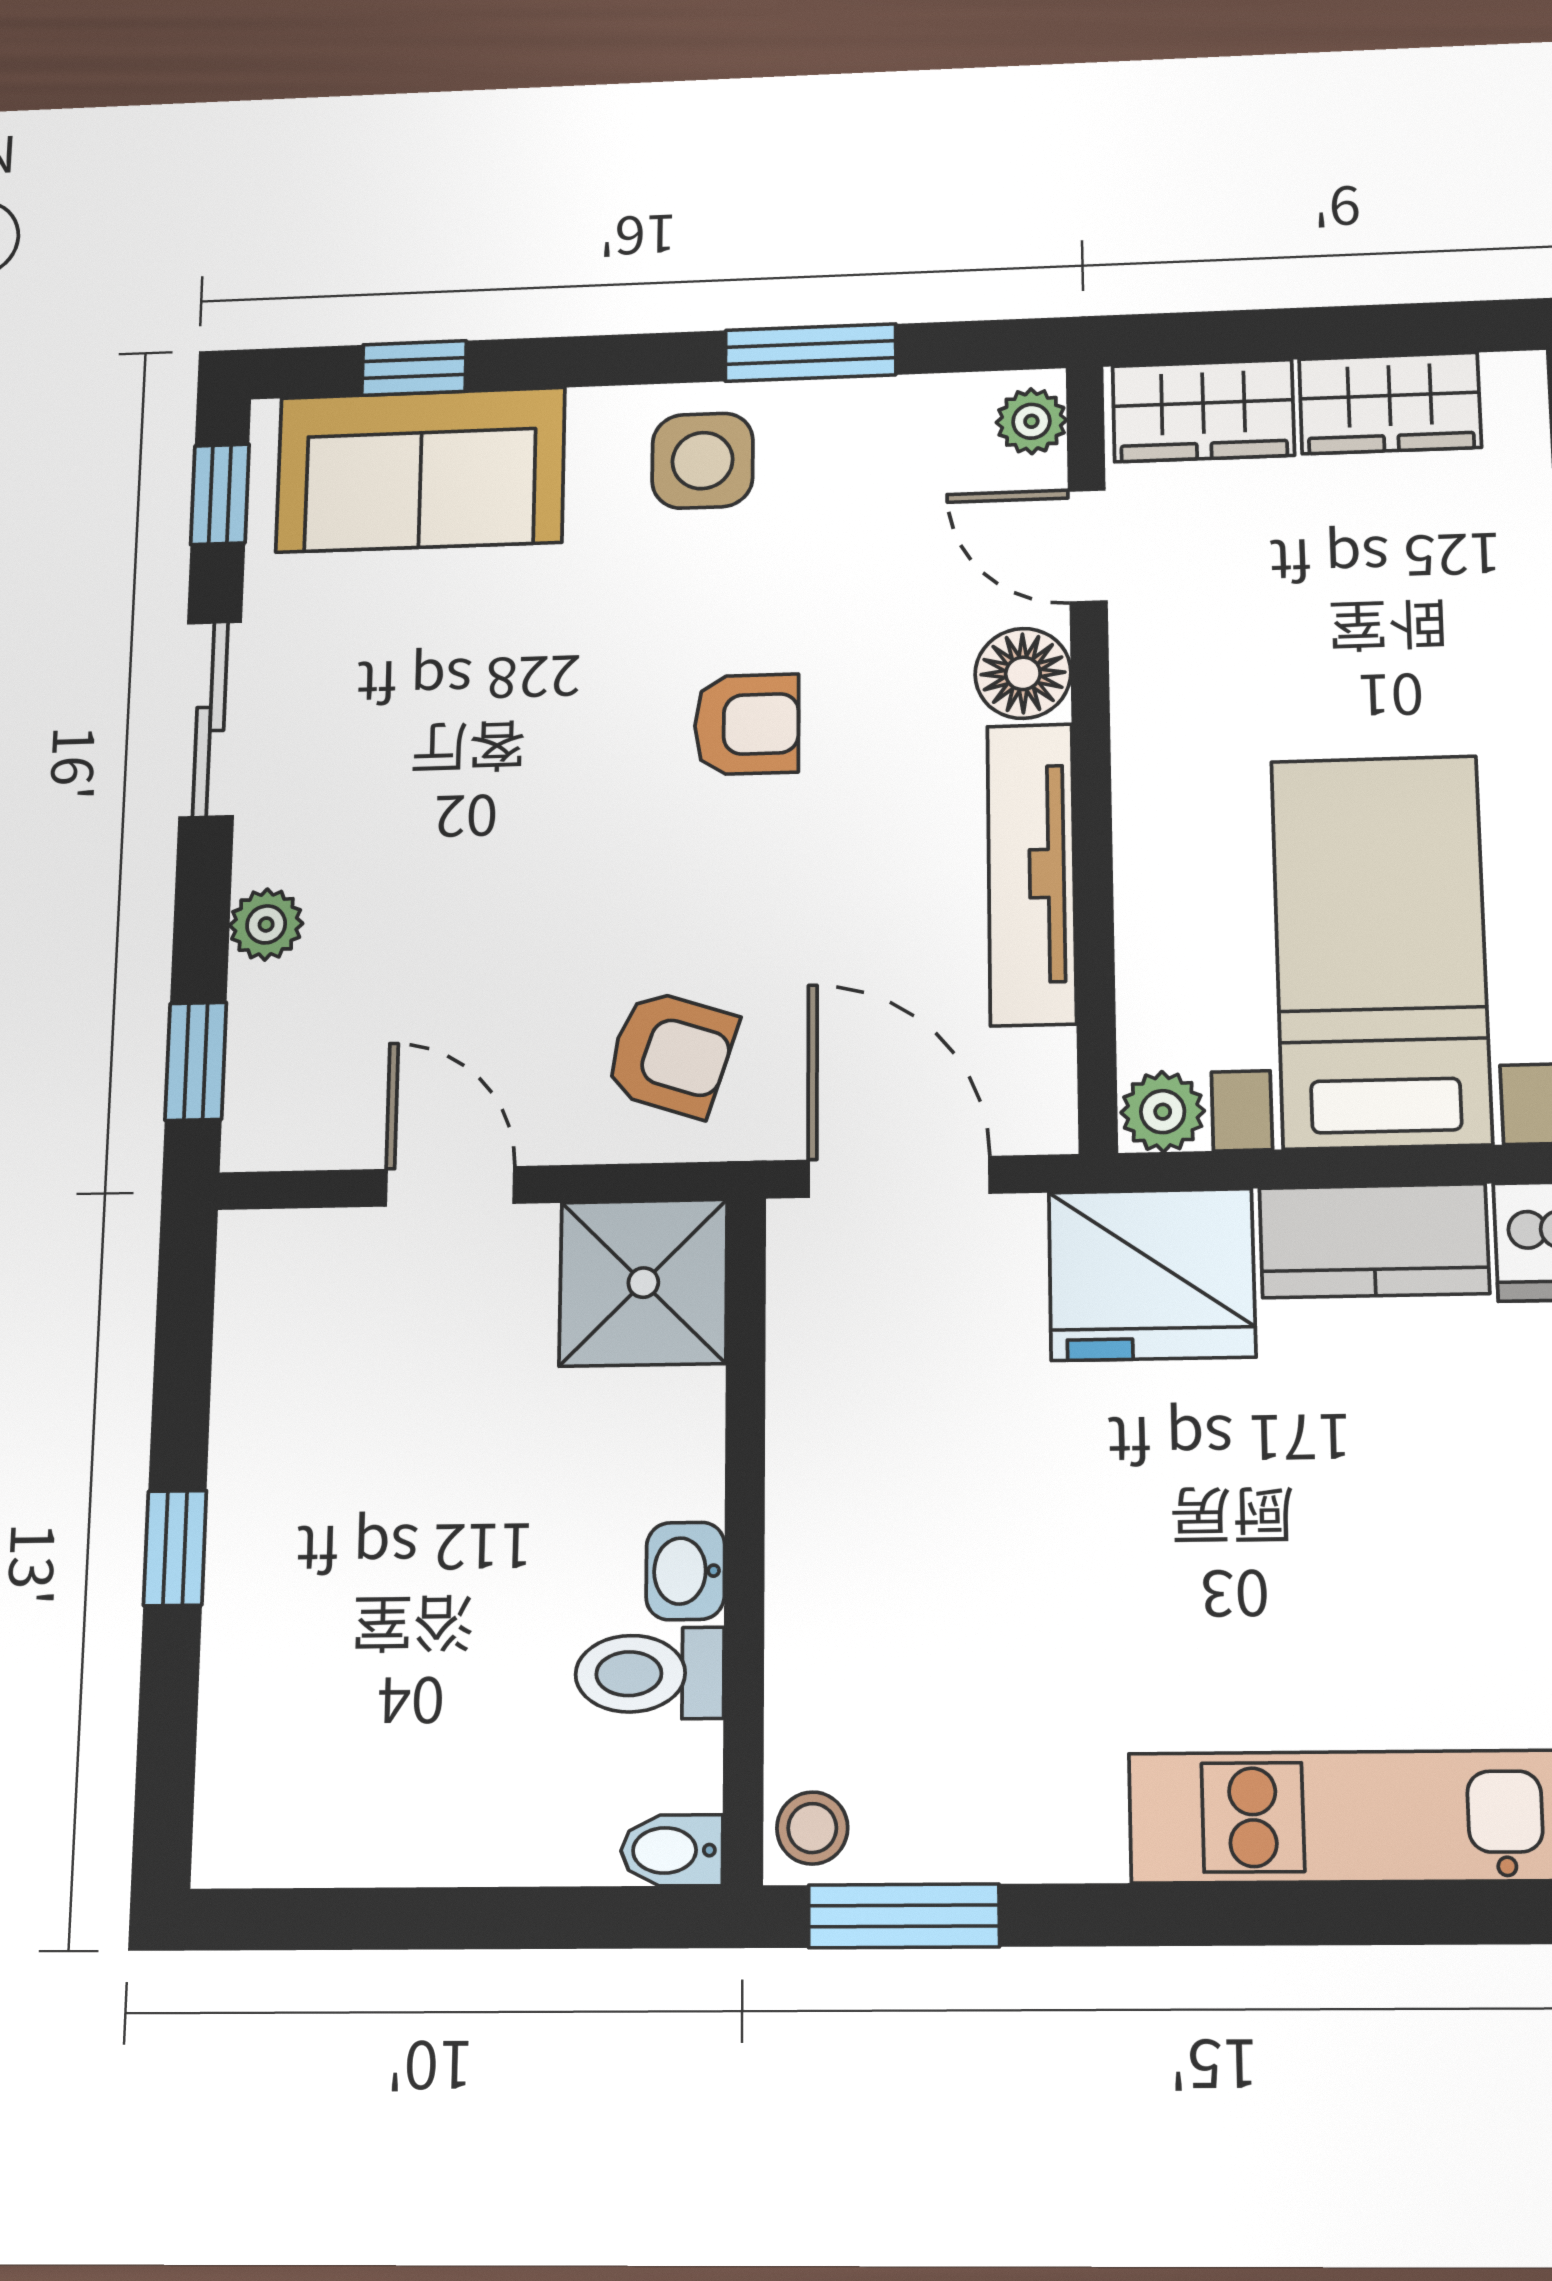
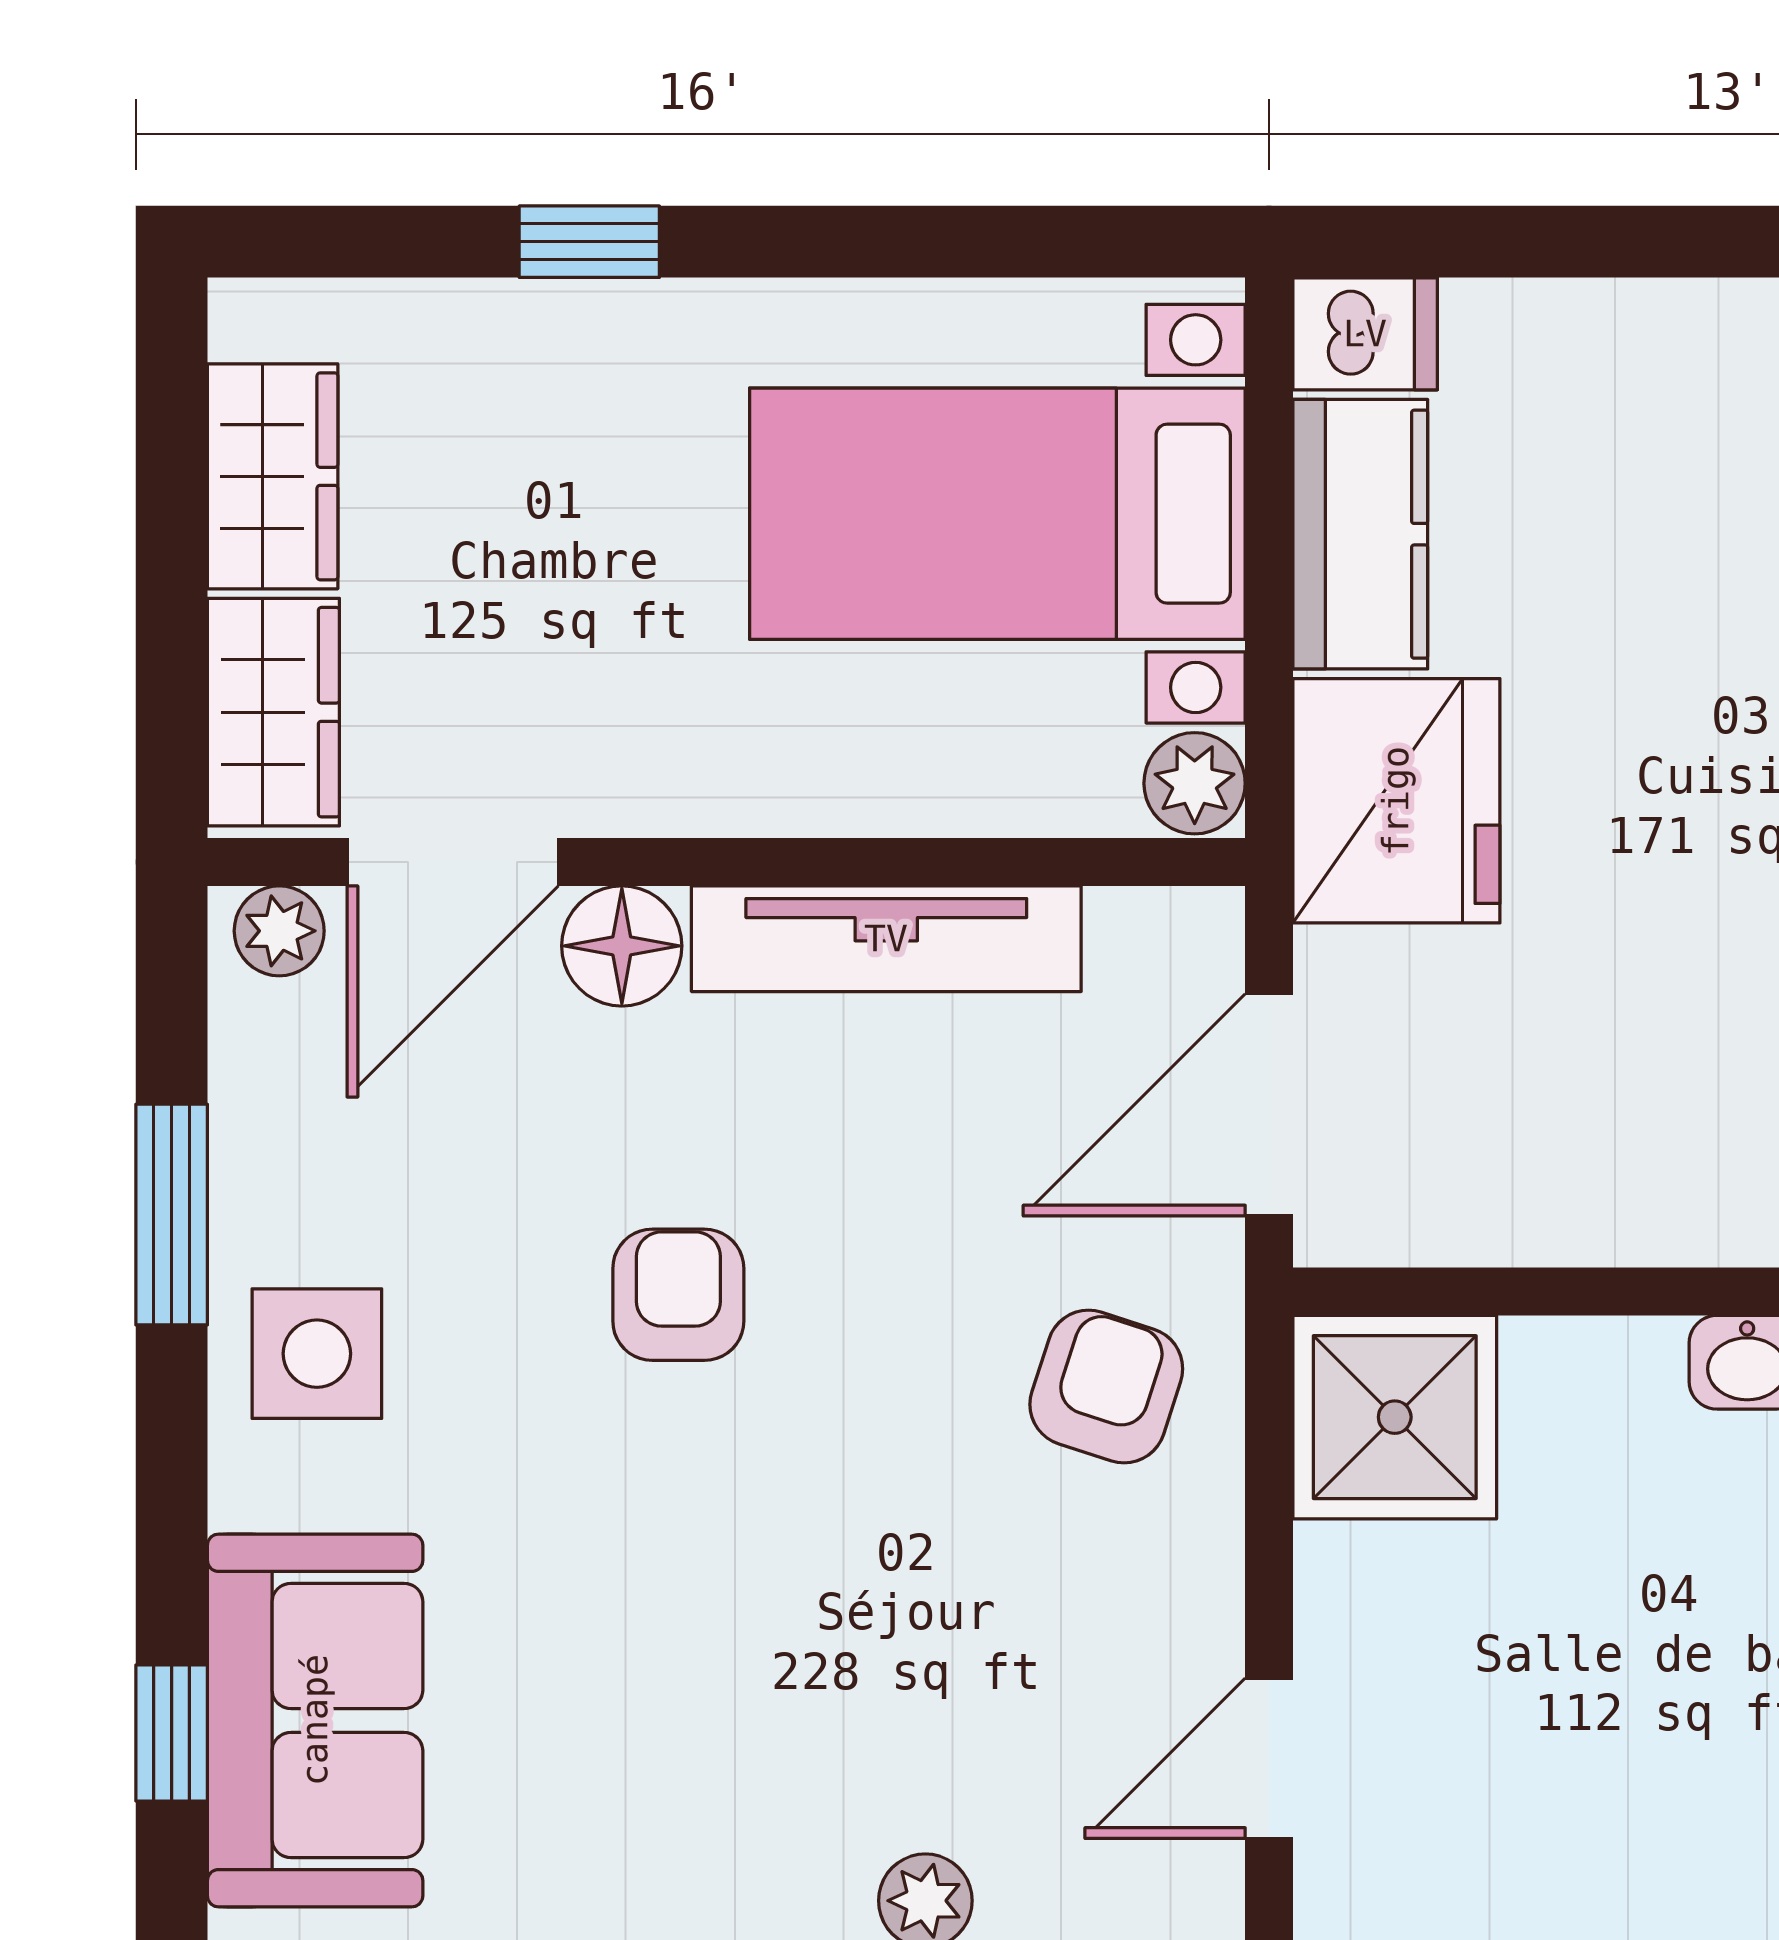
door: (1088, 546) -> (453, 862), width x1.38
door: (450, 1186) -> (1269, 1758), moved

